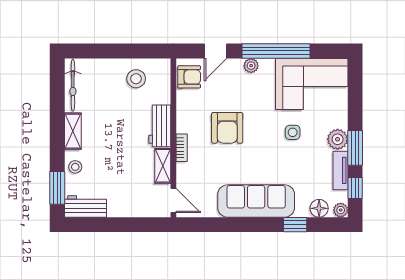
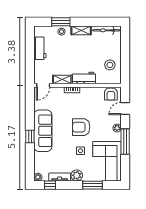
door: (215, 51) -> (125, 108), hinge flipped
window: (276, 51) -> (125, 142), width x0.68
armchair: (227, 128) -> (81, 127), moved
window: (355, 148) -> (92, 185), moved
window: (57, 188) -> (61, 22), moved
workbench: (86, 206) -> (40, 48), moved
floor lamp: (319, 208) -> (39, 165), removed
window: (295, 225) -> (30, 137), moved

